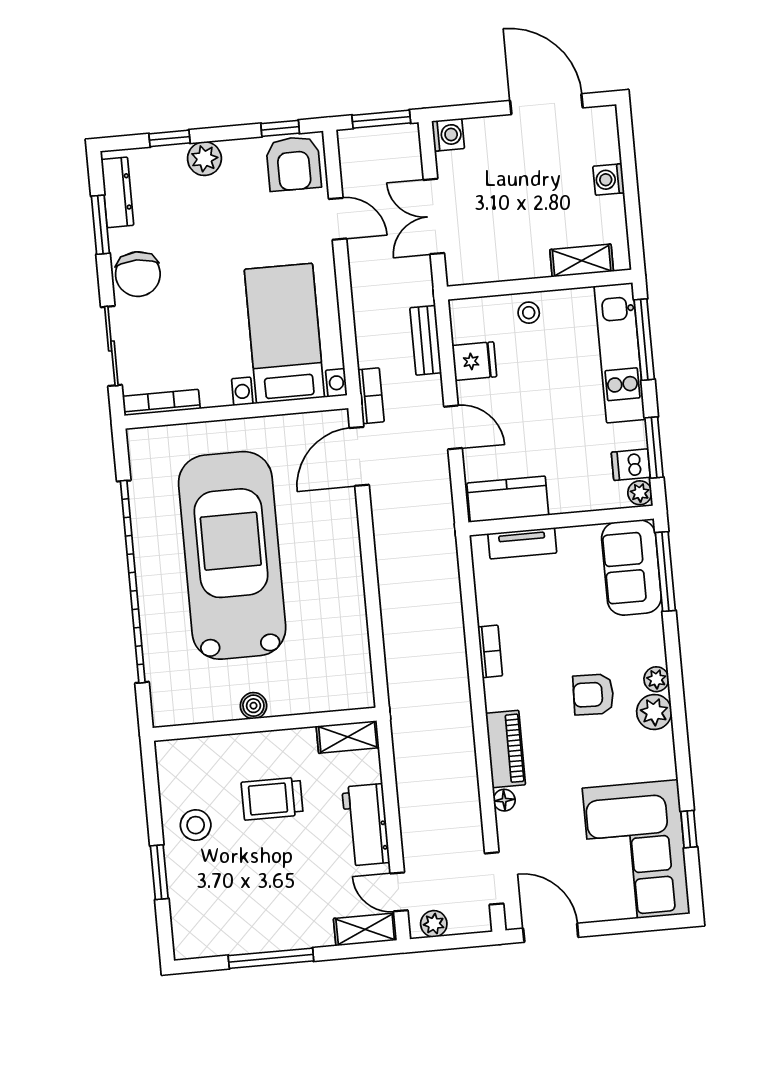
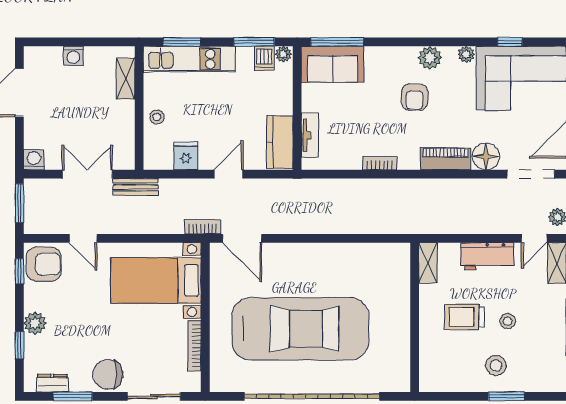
dresser: (117, 192) -> (52, 383), width x0.70
double door: (434, 216) -> (87, 174), swing flipped
door: (338, 219) -> (83, 238), swing flipped
chair: (138, 274) -> (108, 374), turned 180
bench: (426, 340) -> (136, 187), moved
window: (644, 340) -> (182, 42), width x0.69
bookcase: (161, 402) -> (194, 346), moved
car: (232, 555) -> (300, 329), turned 180
plant: (656, 679) -> (466, 54), moved
boiler: (253, 706) -> (402, 324), removed
trolley: (272, 799) -> (464, 317), turned 90
floor lamp: (504, 800) -> (486, 156), width x1.89, depth x1.89
stool: (196, 825) -> (496, 365), moved
stool: (272, 864) -> (508, 321), added
doorway: (494, 878) -> (531, 174), width x1.38

